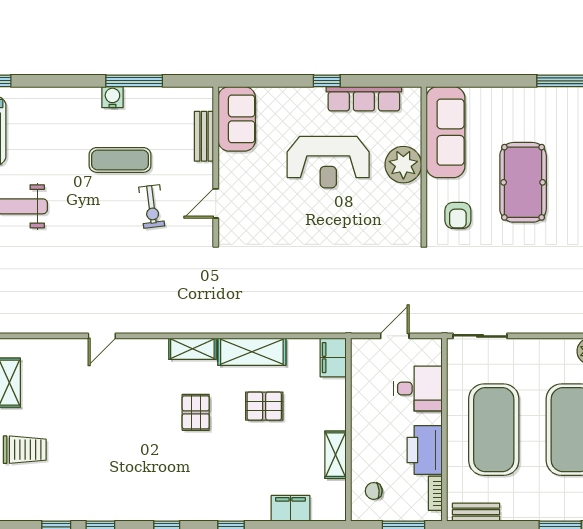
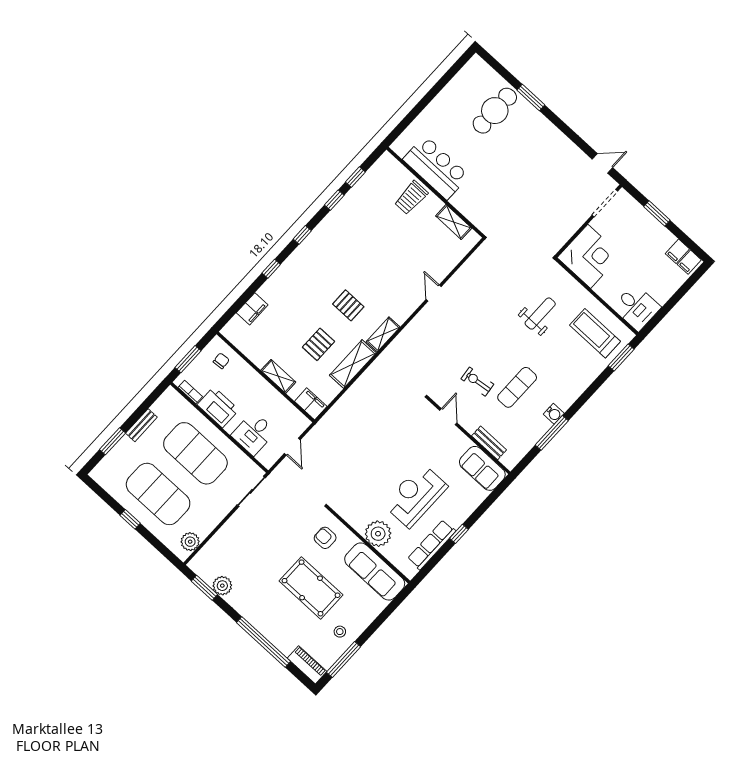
stool: (541, 111) -> (340, 632), added
shelving: (335, 455) -> (278, 376), moved
bench: (476, 512) -> (141, 425), moved

